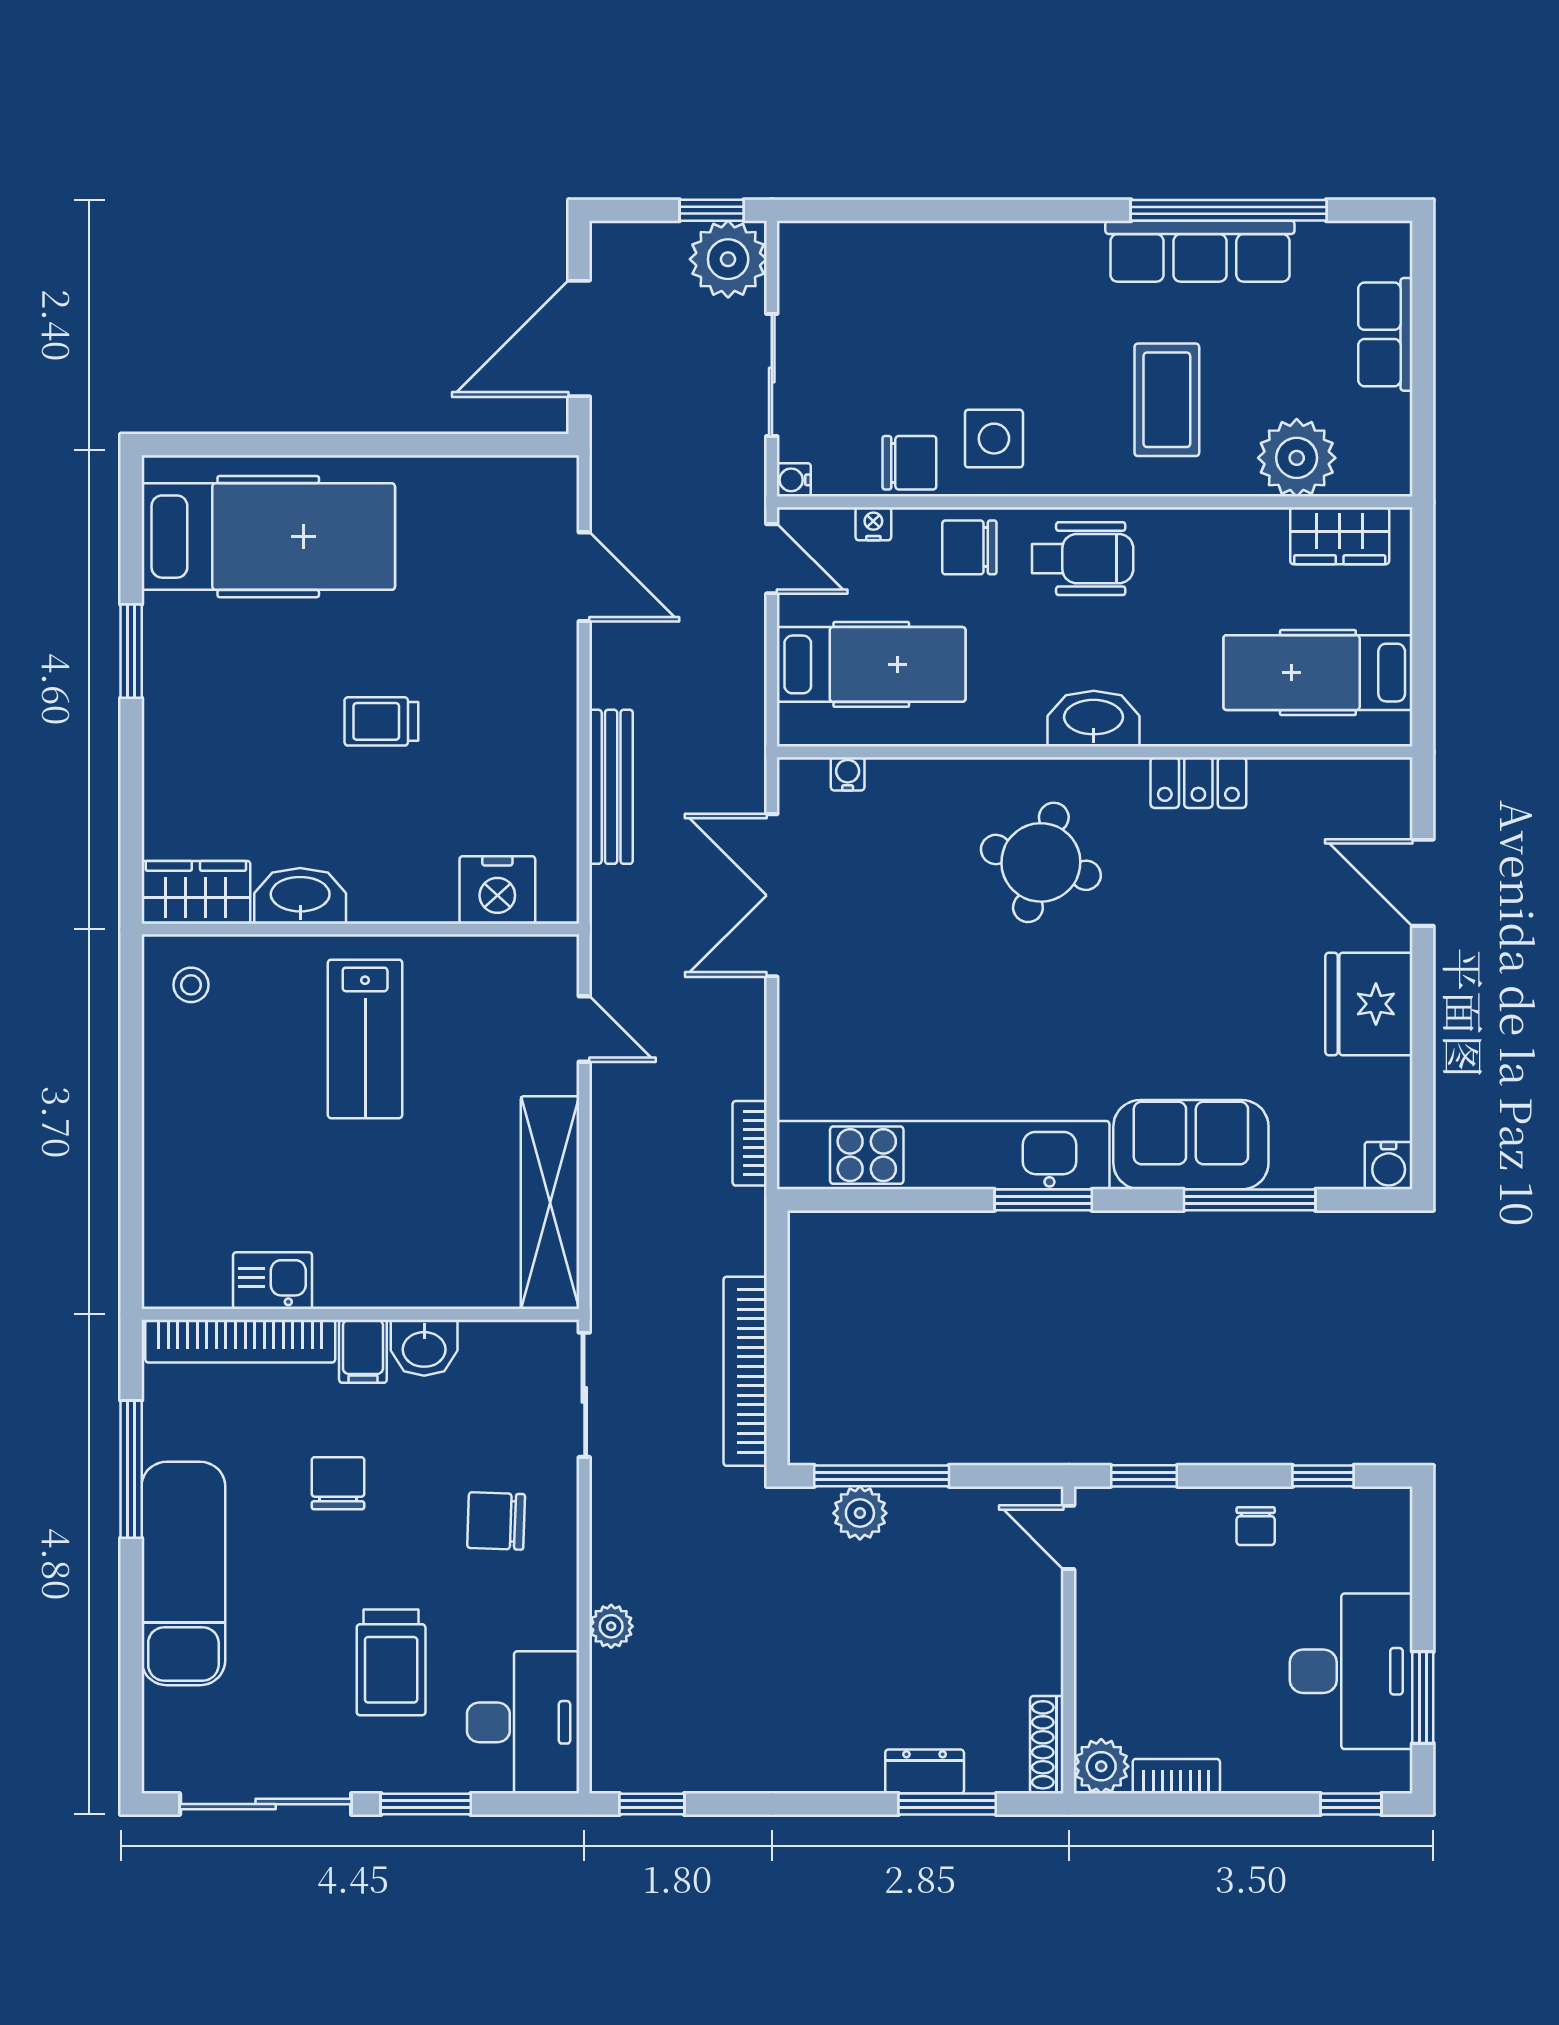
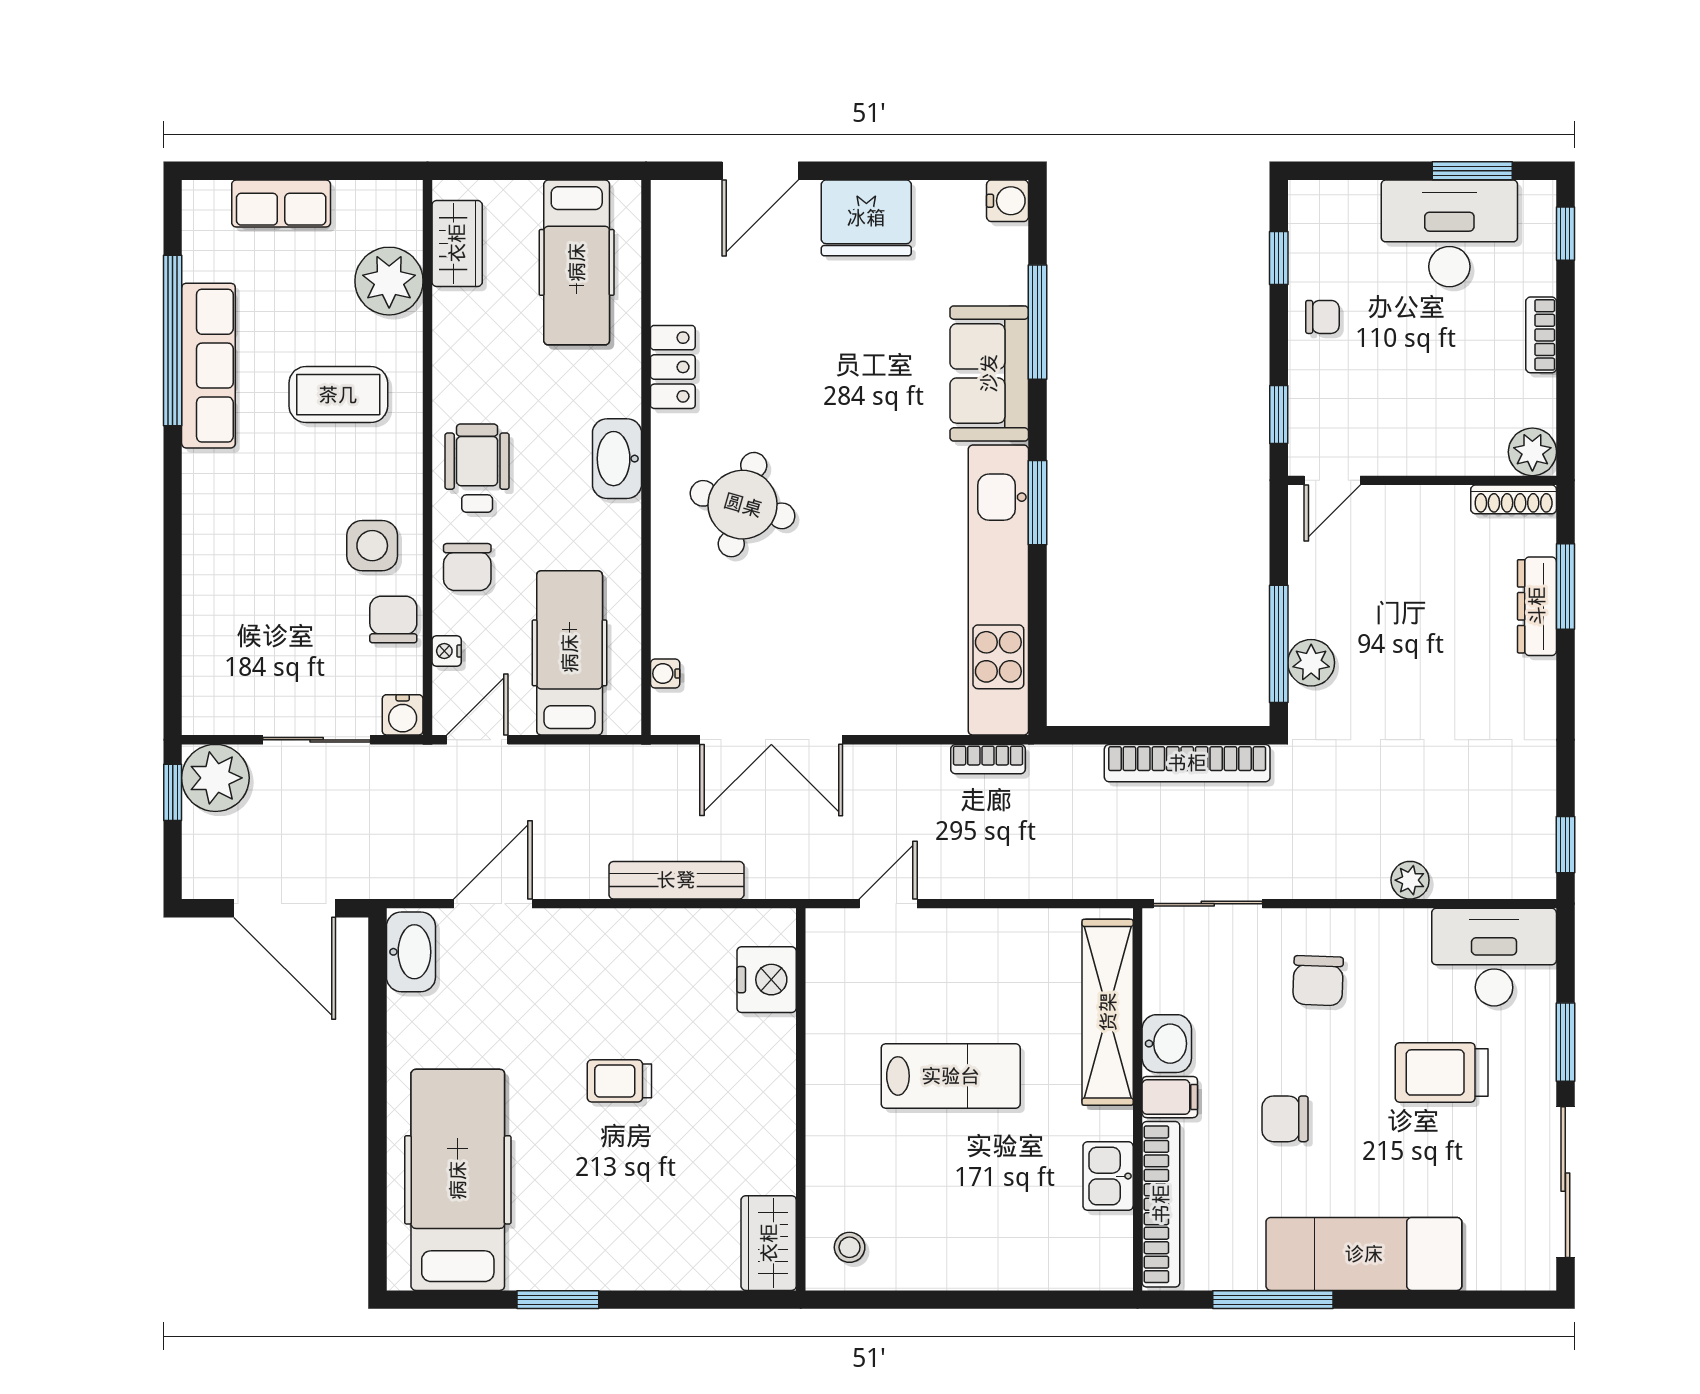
water cooler: (794, 480) -> (403, 715), width x1.38, depth x1.38
trolley: (381, 721) -> (619, 1081), turned 90
washbasin: (300, 896) -> (411, 952), moved, turned 180
lab bench: (365, 1039) -> (951, 1076), moved
shelving: (550, 1203) -> (1108, 1012), moved, turned 90
trolley: (391, 1662) -> (1442, 1072), turned 180
dresser: (925, 1772) -> (1537, 606), width x1.44
bookcase: (1176, 1776) -> (1541, 335), moved

